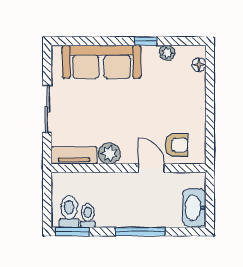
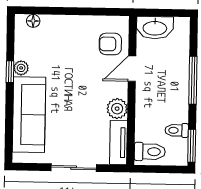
plant: (167, 53) -> (21, 68), moved
armchair: (176, 145) -> (110, 44), turned -90
washbasin: (194, 208) -> (155, 28), moved
toilet: (69, 212) -> (150, 152), moved, turned 180

